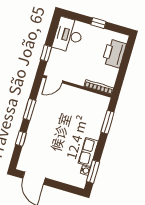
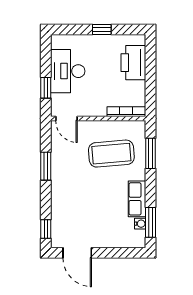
desk: (68, 35) -> (68, 71), moved
door: (54, 80) -> (66, 118), hinge flipped
coffee table: (79, 114) -> (111, 154), added
window: (21, 139) -> (46, 229), moved

